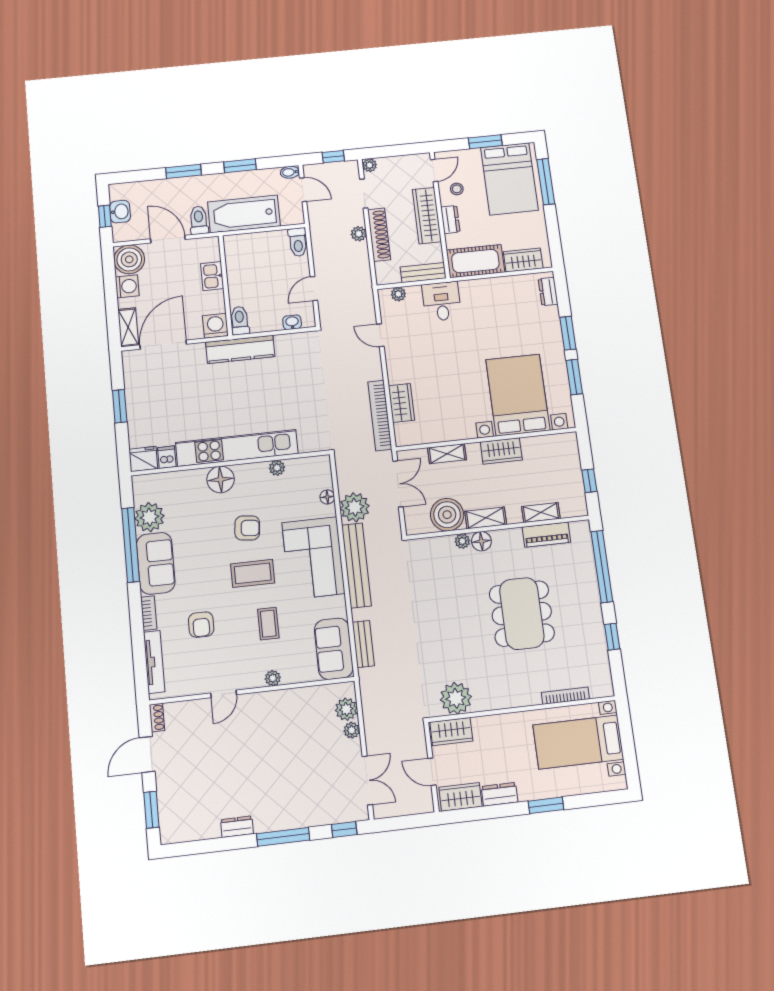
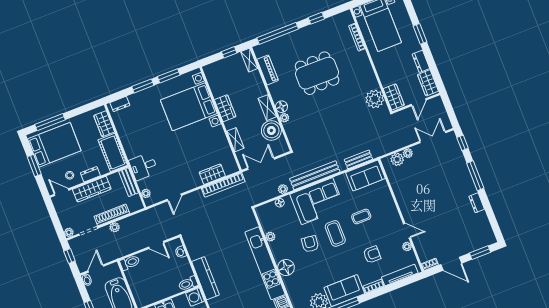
plant: (355, 507) -> (283, 189), width x0.53, depth x0.53
shelving: (541, 513) -> (249, 60), moved
plant: (273, 678) -> (407, 247), moved

